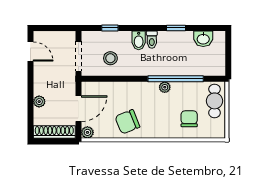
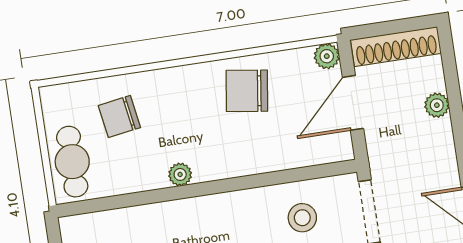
window: (176, 79) -> (160, 195), removed
chair: (189, 119) -> (119, 117), turned 81
chair: (127, 122) -> (247, 91), turned -150

